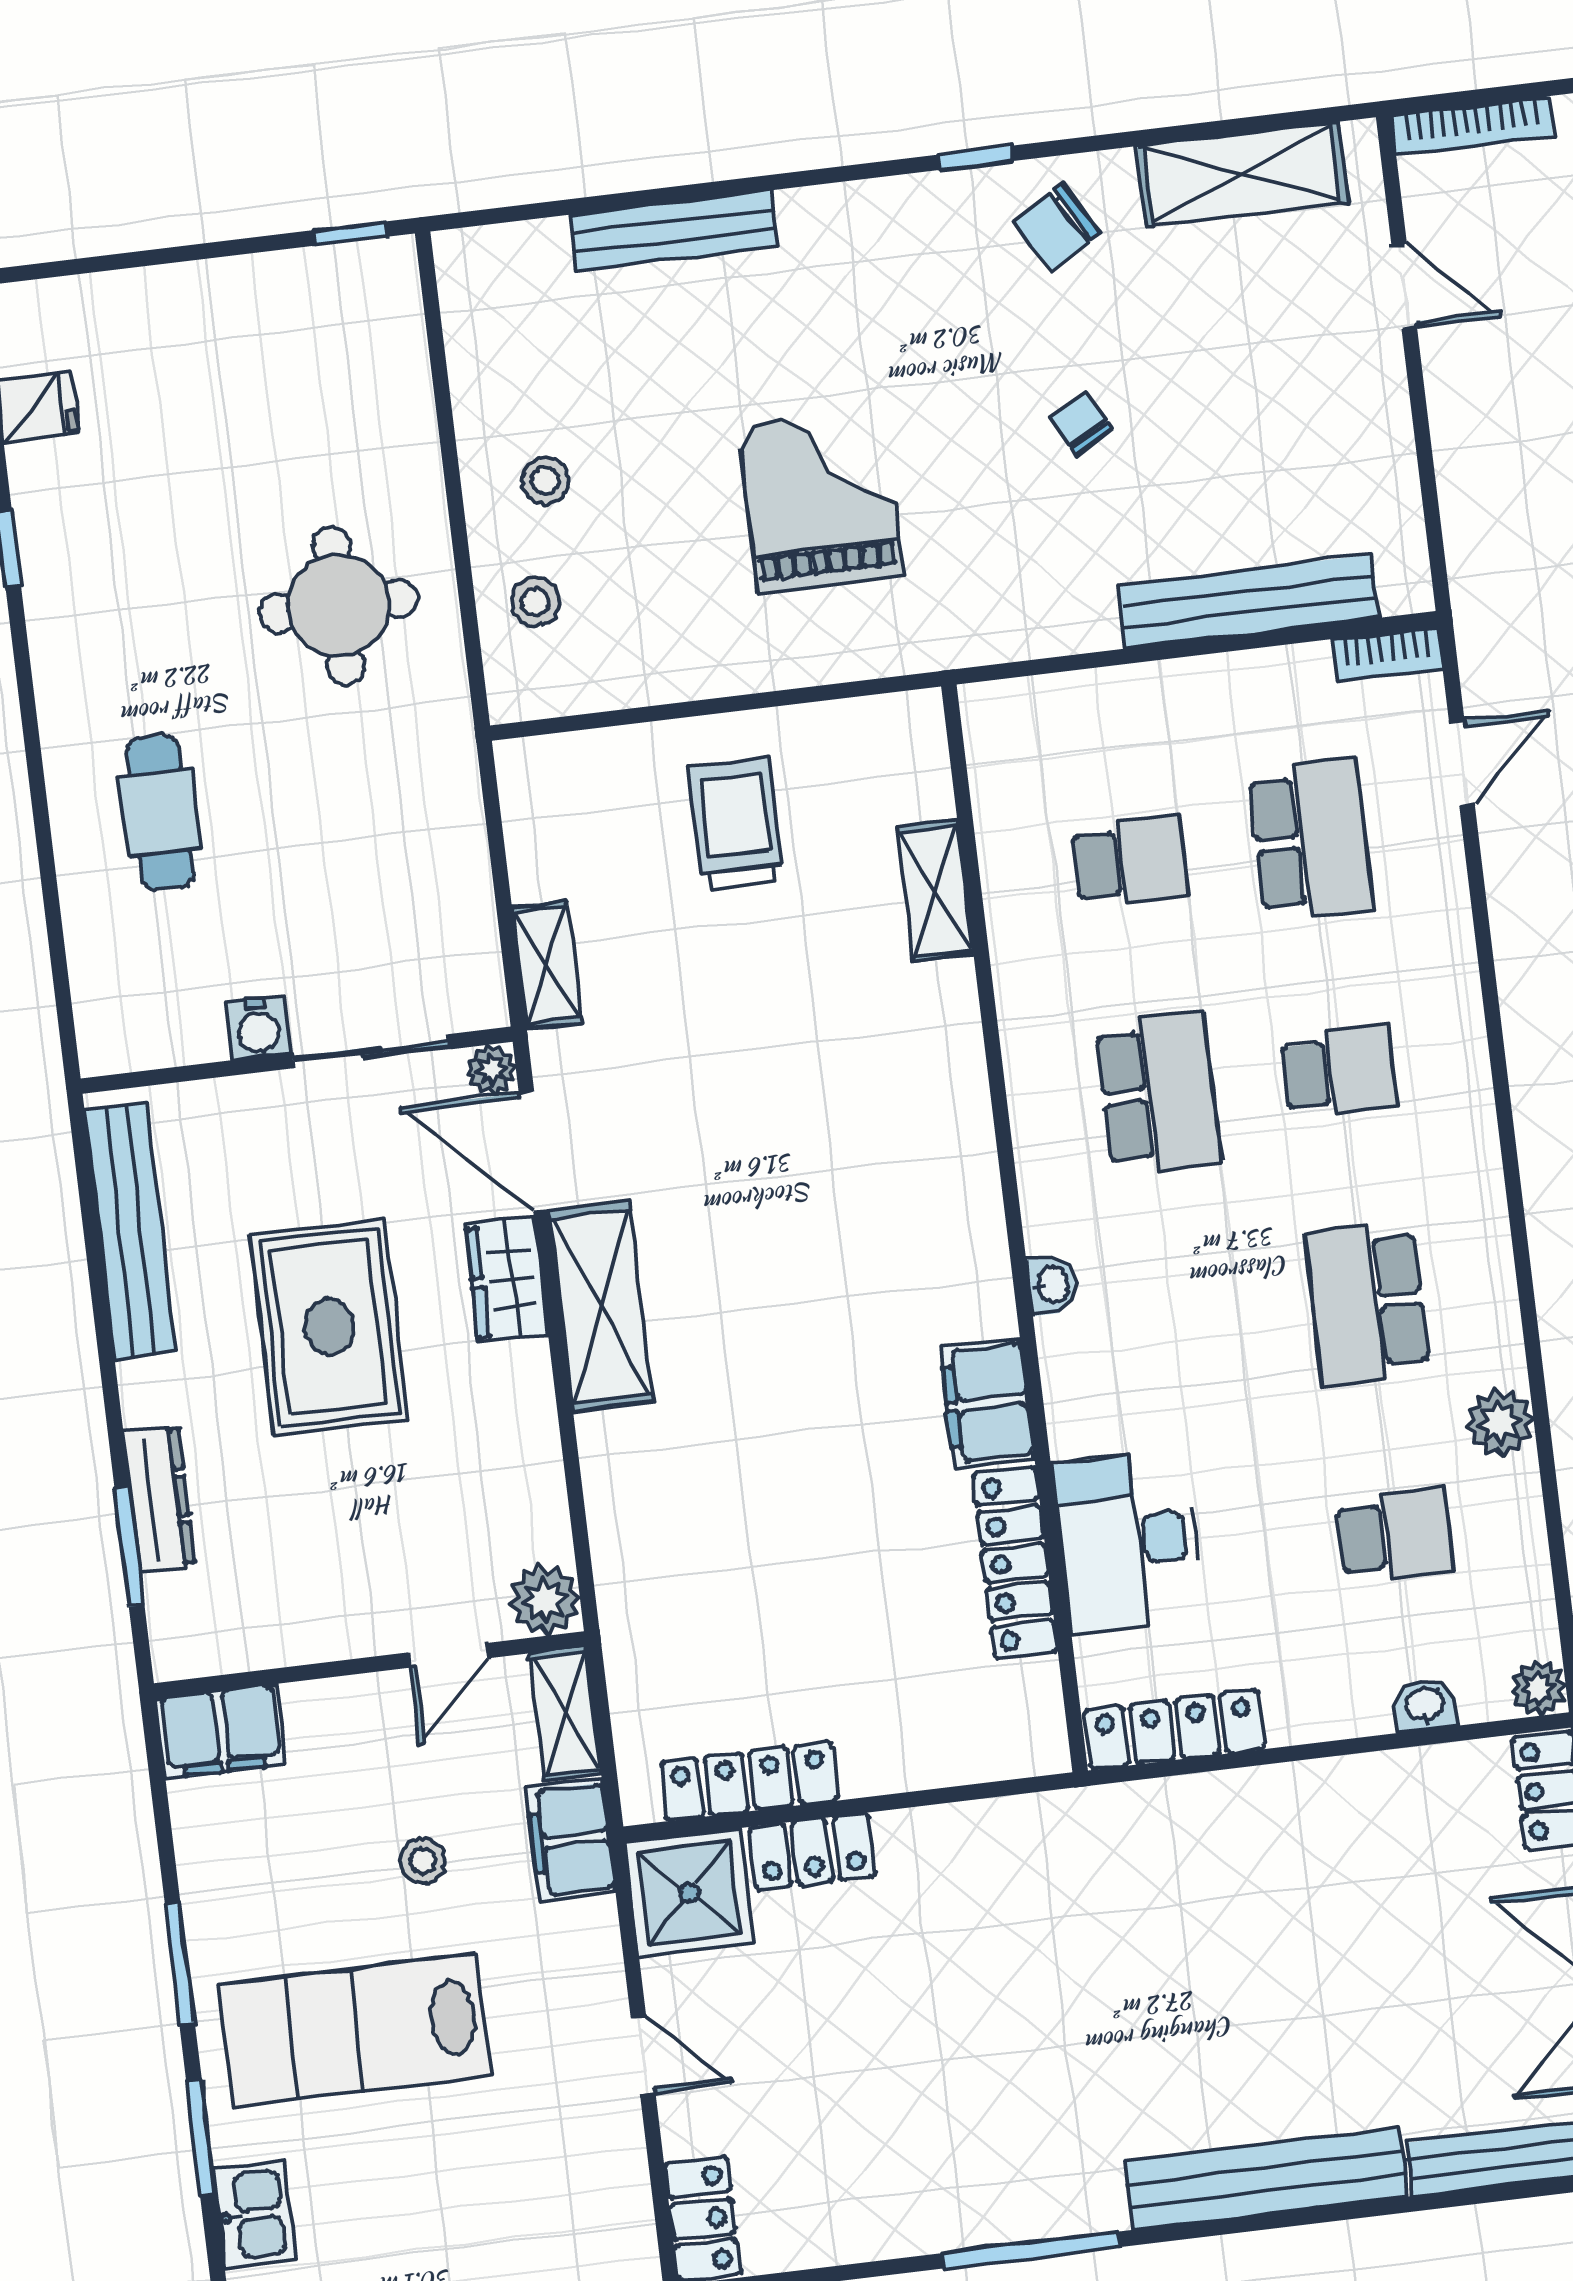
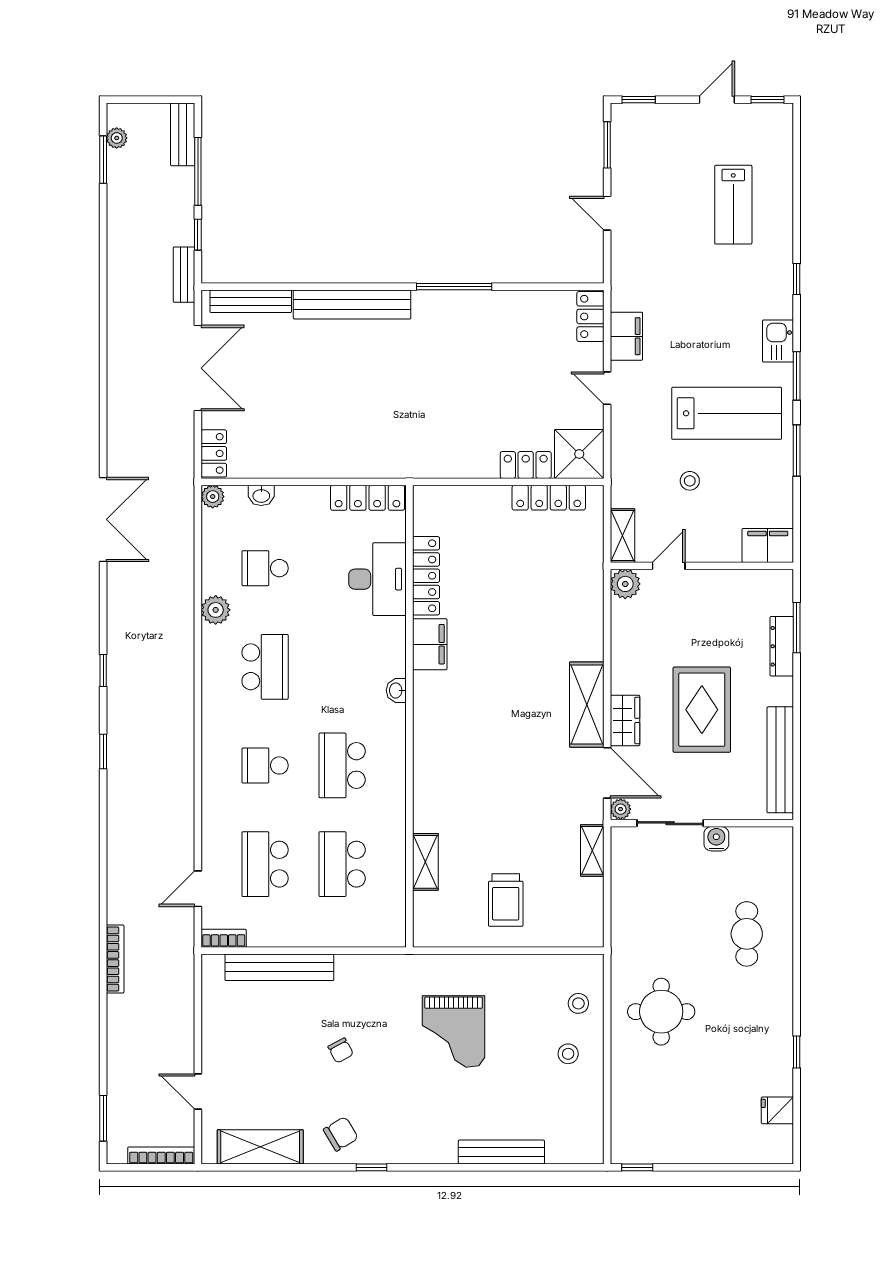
school desk: (1130, 862) -> (342, 864), width x1.85
filing cabinet: (571, 1840) -> (626, 336), moved

